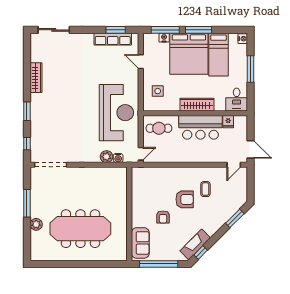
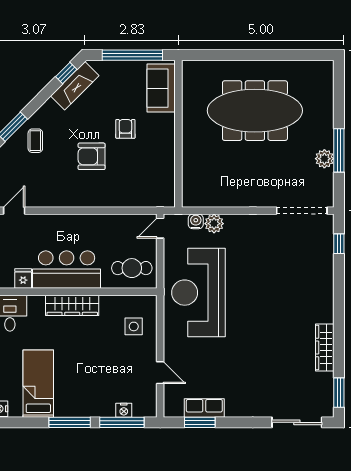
row of seats: (113, 39) -> (204, 408), width x0.68
bed: (189, 54) -> (85, 385), removed
window: (27, 111) -> (339, 393), moved
coffee table: (205, 189) -> (35, 141), moved
plant: (36, 224) -> (324, 159), moved

